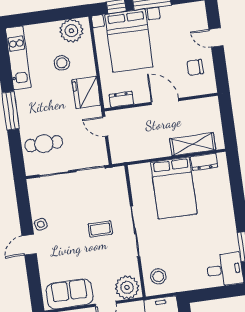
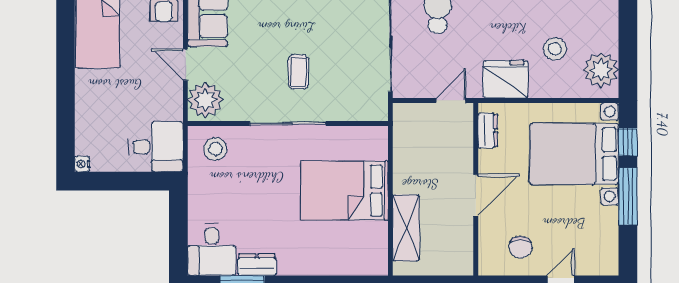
chair: (195, 67) -> (520, 247), turned 180
dresser: (204, 162) -> (257, 265), moved, turned 90

